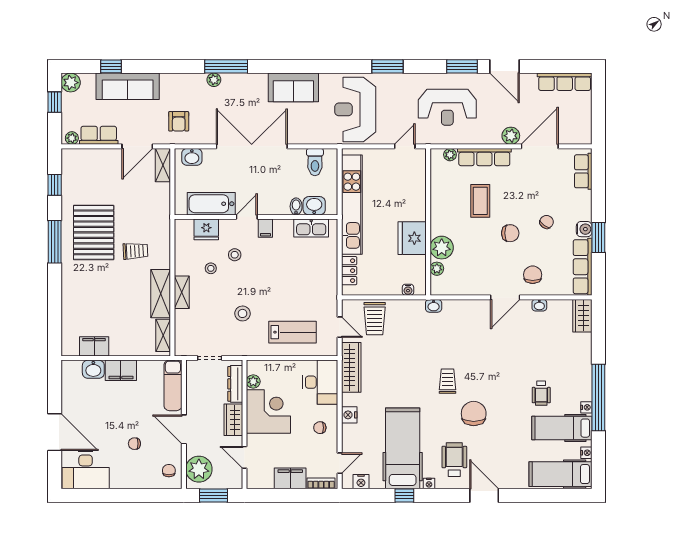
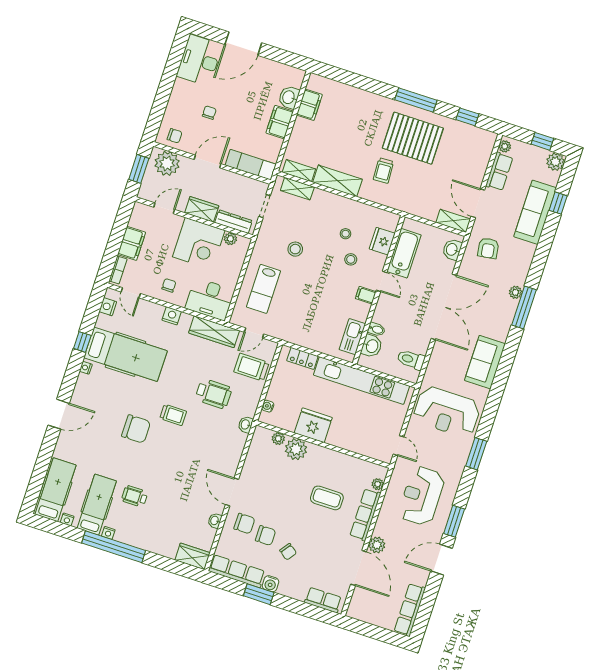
reception desk: (355, 109) -> (447, 412), turned 180
armchair: (179, 121) -> (488, 248), turned -98
chair: (510, 233) -> (266, 535), moved, turned -90
shelving: (182, 292) -> (297, 189), moved
wheelchair: (454, 460) -> (214, 394), moved

